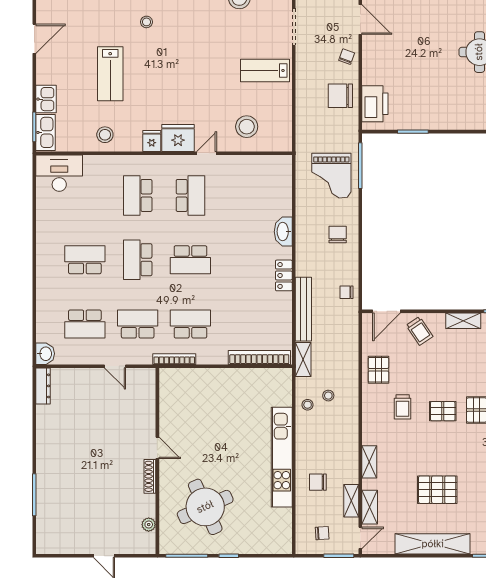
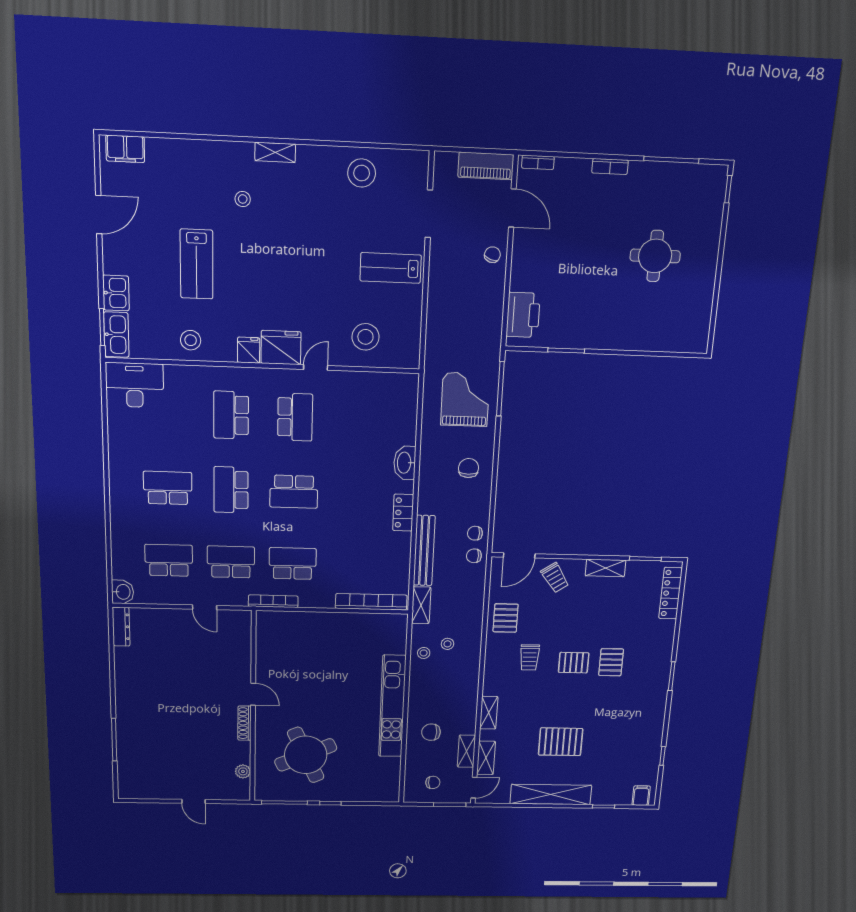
chair: (340, 96) -> (474, 556), moved, width x0.54, depth x0.54
grand piano: (331, 176) -> (465, 400), turned 180
school desk: (85, 324) -> (169, 560), turned 180

